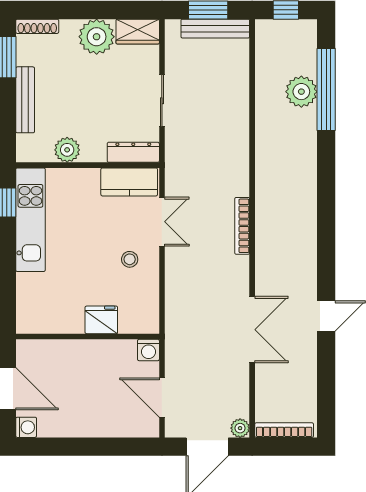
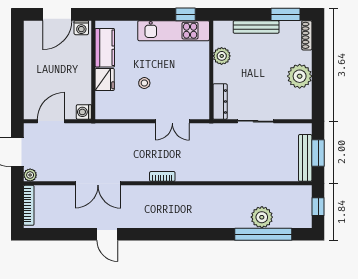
wardrobe: (138, 32) -> (303, 105), removed
kitchen counter: (129, 182) -> (105, 48), moved, turned 180
bookcase: (242, 226) -> (162, 176), width x0.64
stool: (130, 259) -> (144, 83), moved
washing machine: (26, 427) -> (81, 28), moved

